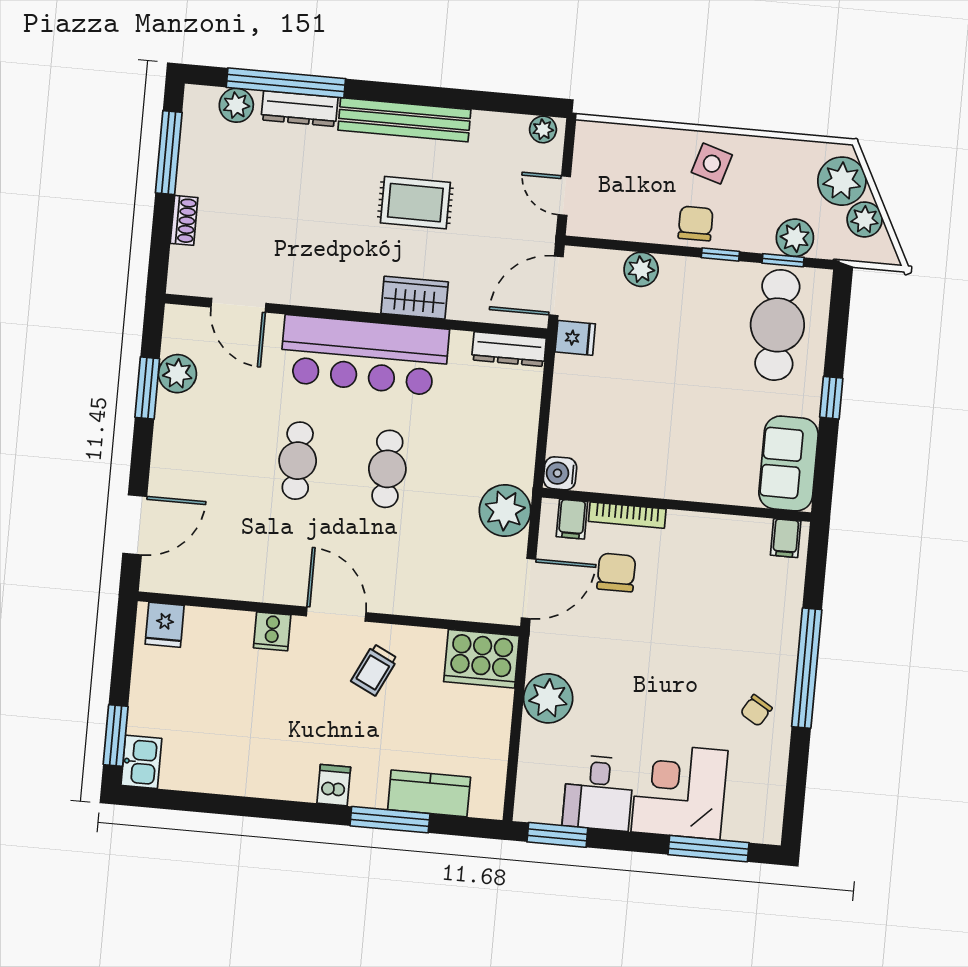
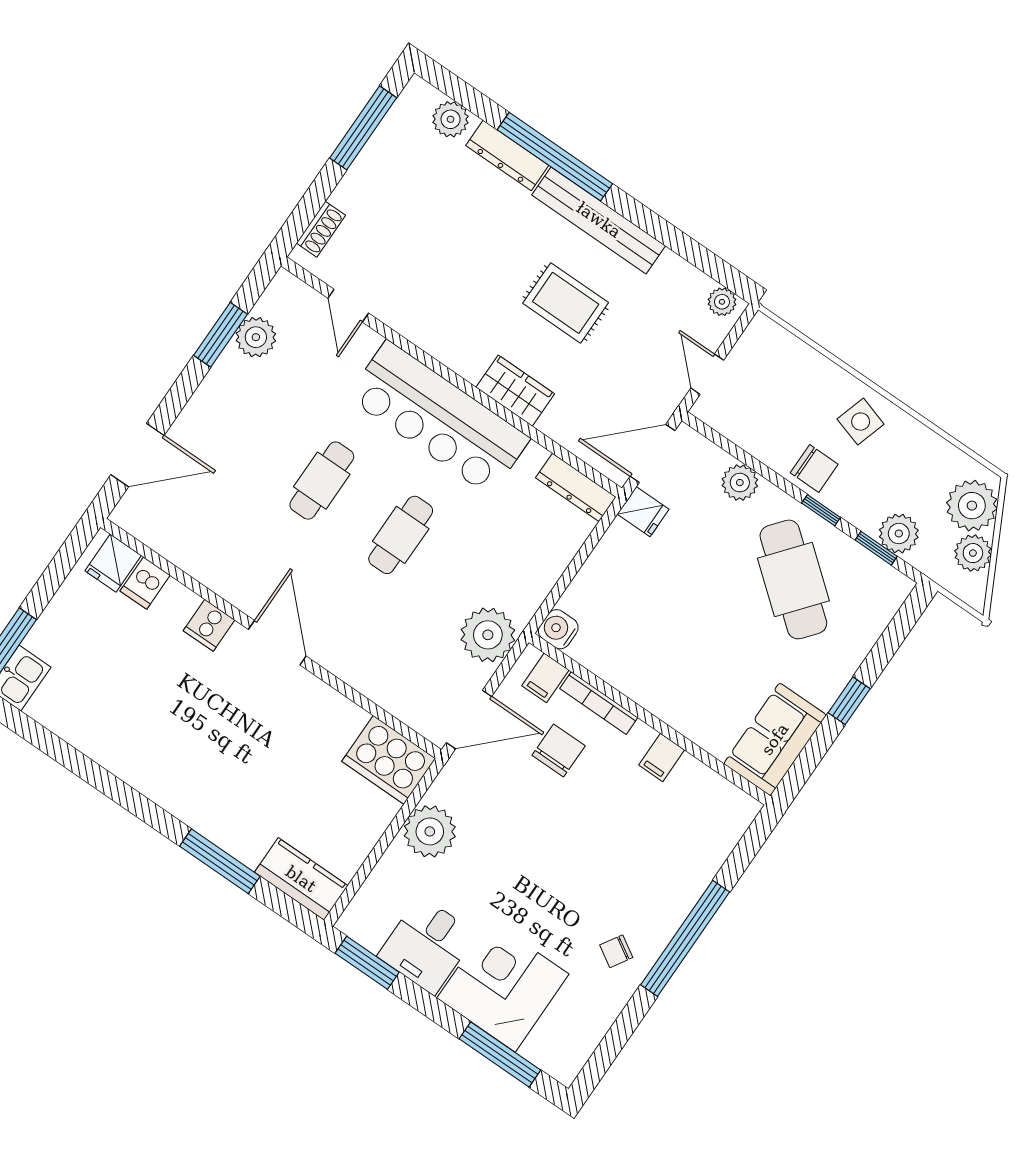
window: (286, 83) -> (555, 157), moved
shoe rack: (184, 220) -> (321, 229), moved
chair: (696, 223) -> (814, 469), turned 90
door: (238, 305) -> (348, 306), width x0.73
cafe table: (777, 325) -> (793, 579), moved, turned -51
filing cabinet: (786, 538) -> (662, 757), moved
trolley: (374, 670) -> (284, 714), removed
dishwasher: (334, 785) -> (145, 583), moved, turned 180
kitchen counter: (429, 793) -> (301, 879), moved

